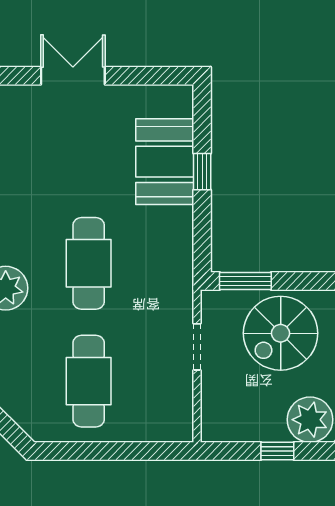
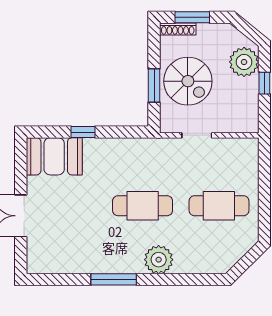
booth: (165, 162) -> (54, 156), moved
window: (245, 281) -> (154, 85), moved

